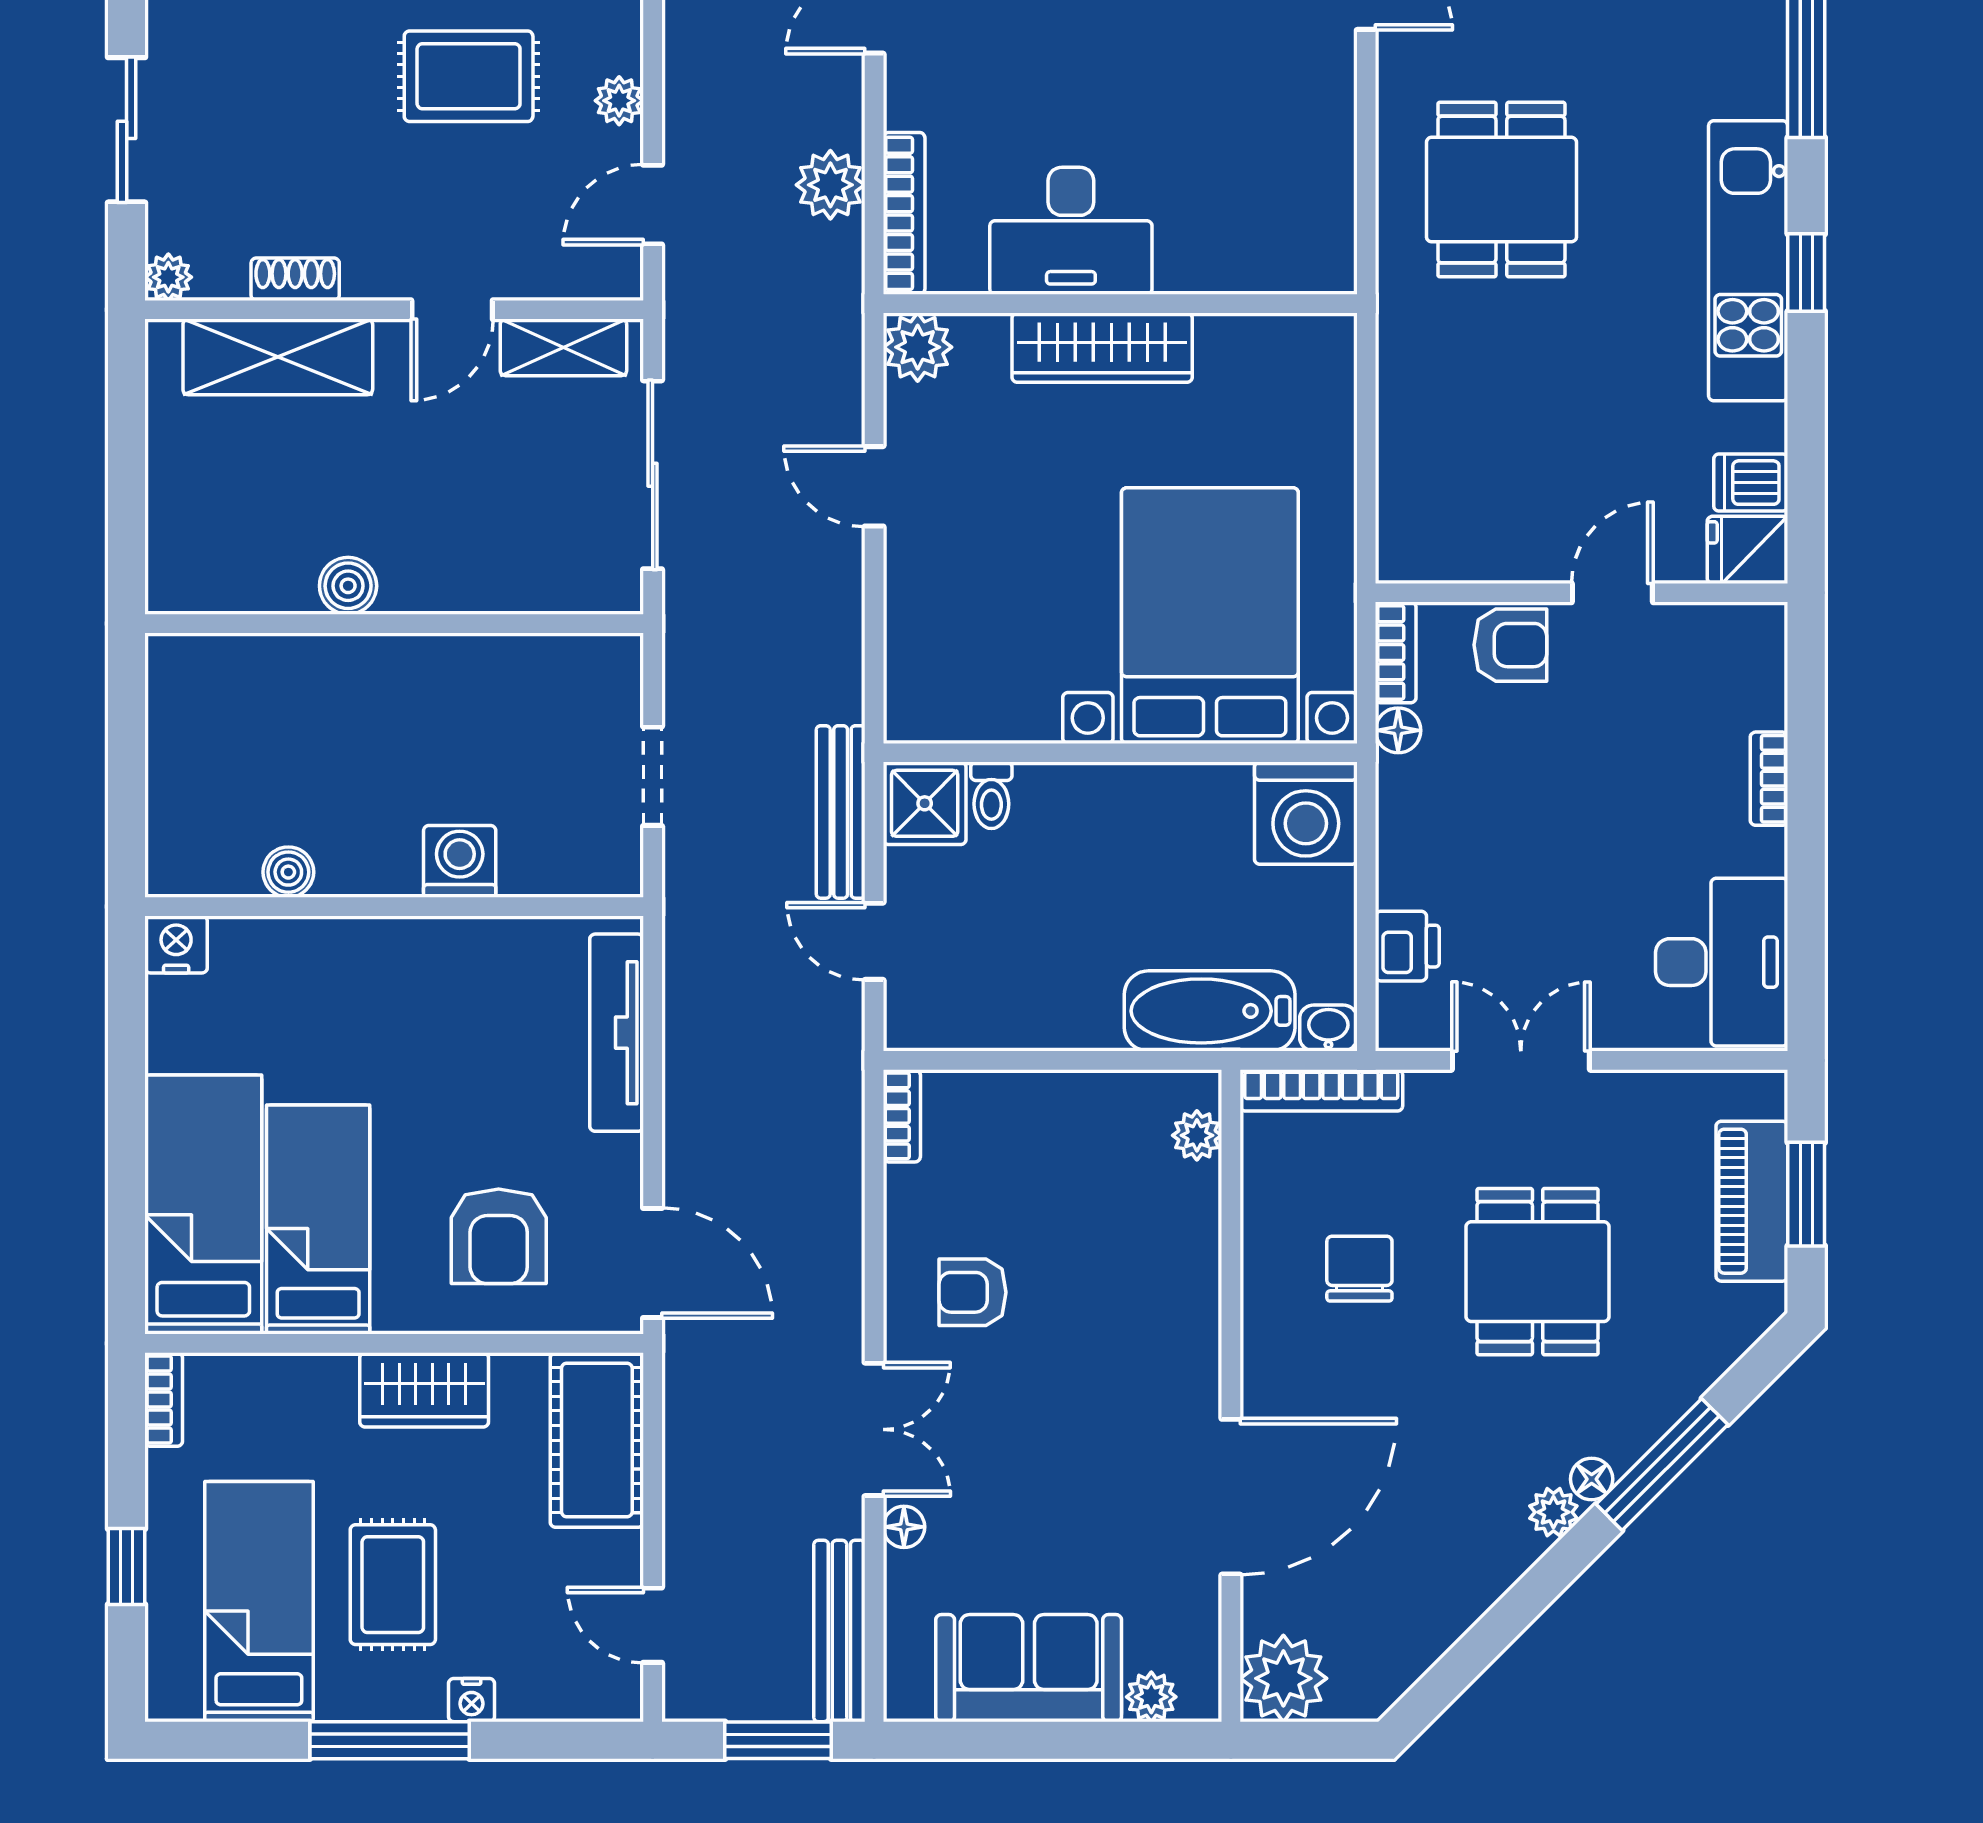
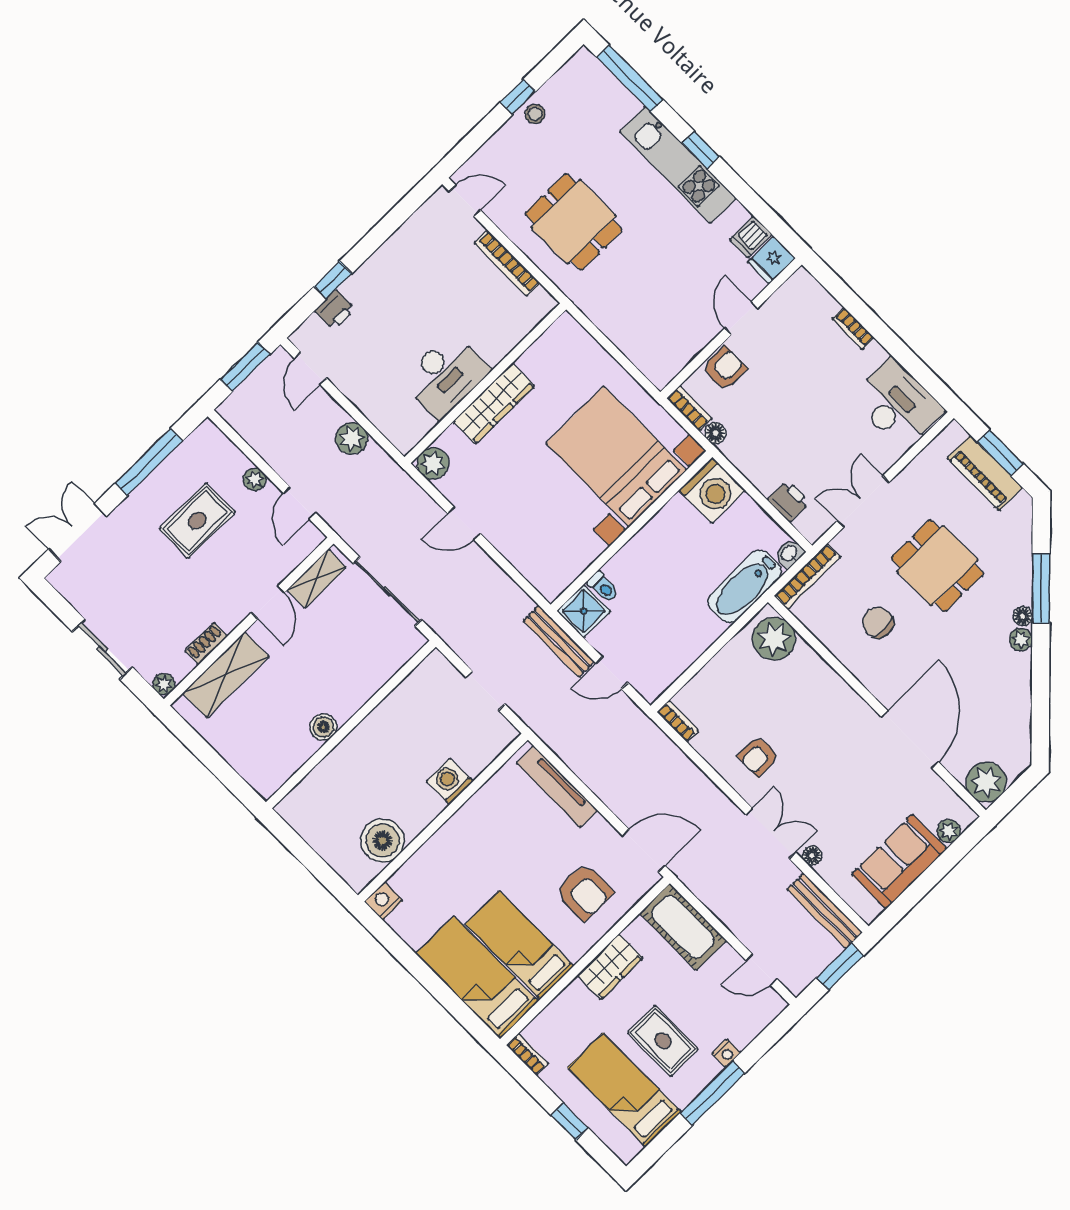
bookcase: (904, 213) -> (507, 263), moved, turned 180
boiler: (288, 872) -> (383, 841), width x1.86, depth x1.86
plant: (1197, 1135) -> (774, 639), width x1.88, depth x1.88

